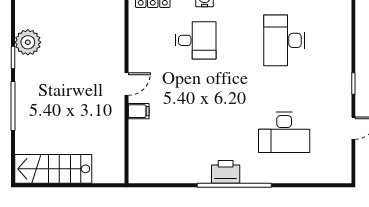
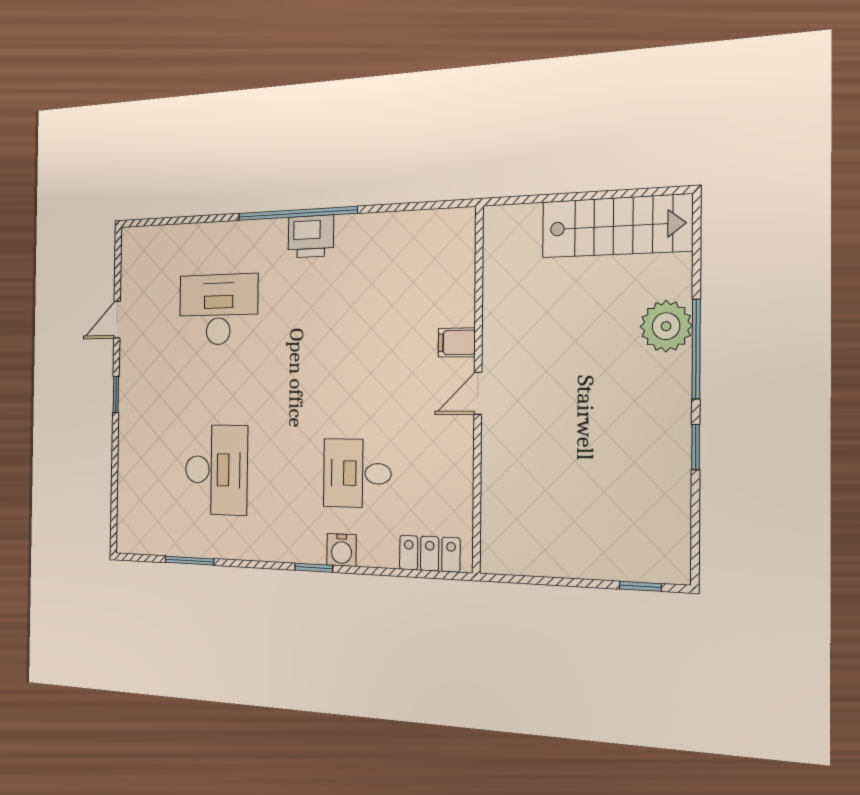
plant: (28, 42) -> (666, 326), moved

